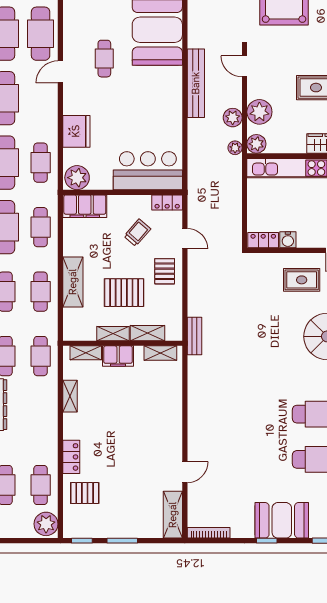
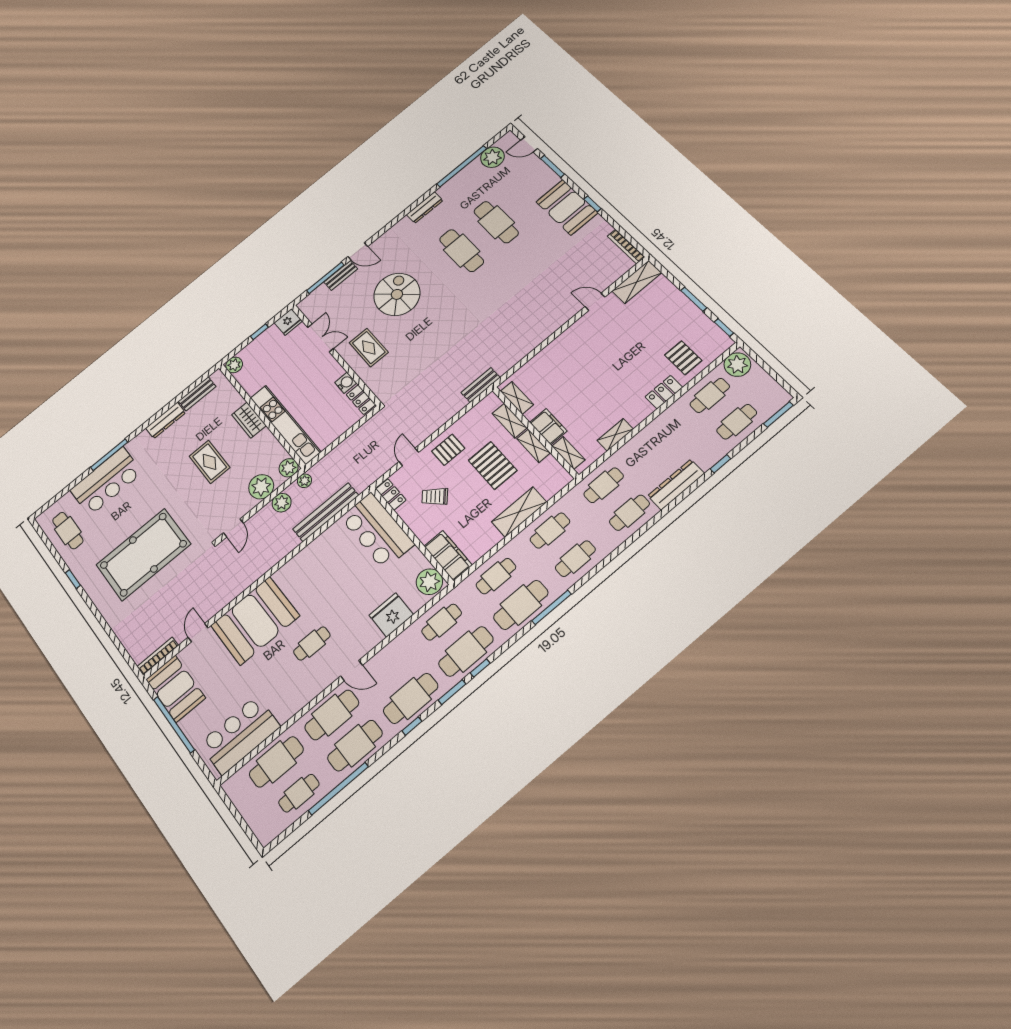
bench: (196, 83) -> (326, 512), moved

